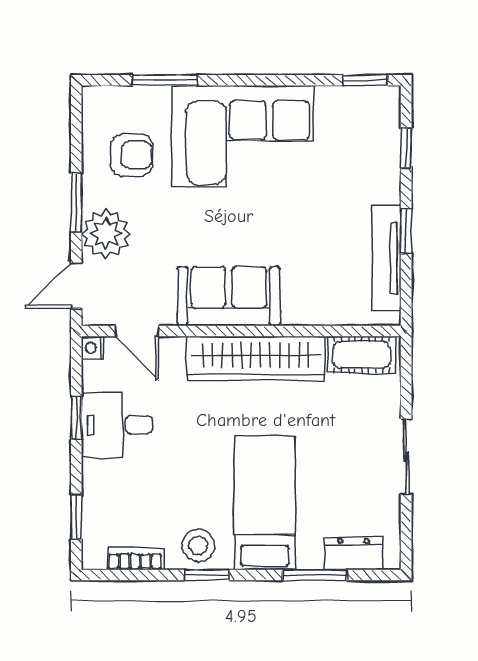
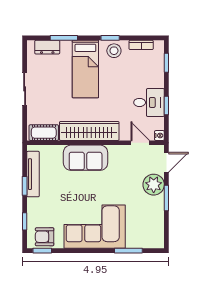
armchair: (132, 155) -> (45, 237), moved
sofa: (229, 296) -> (86, 158), moved

